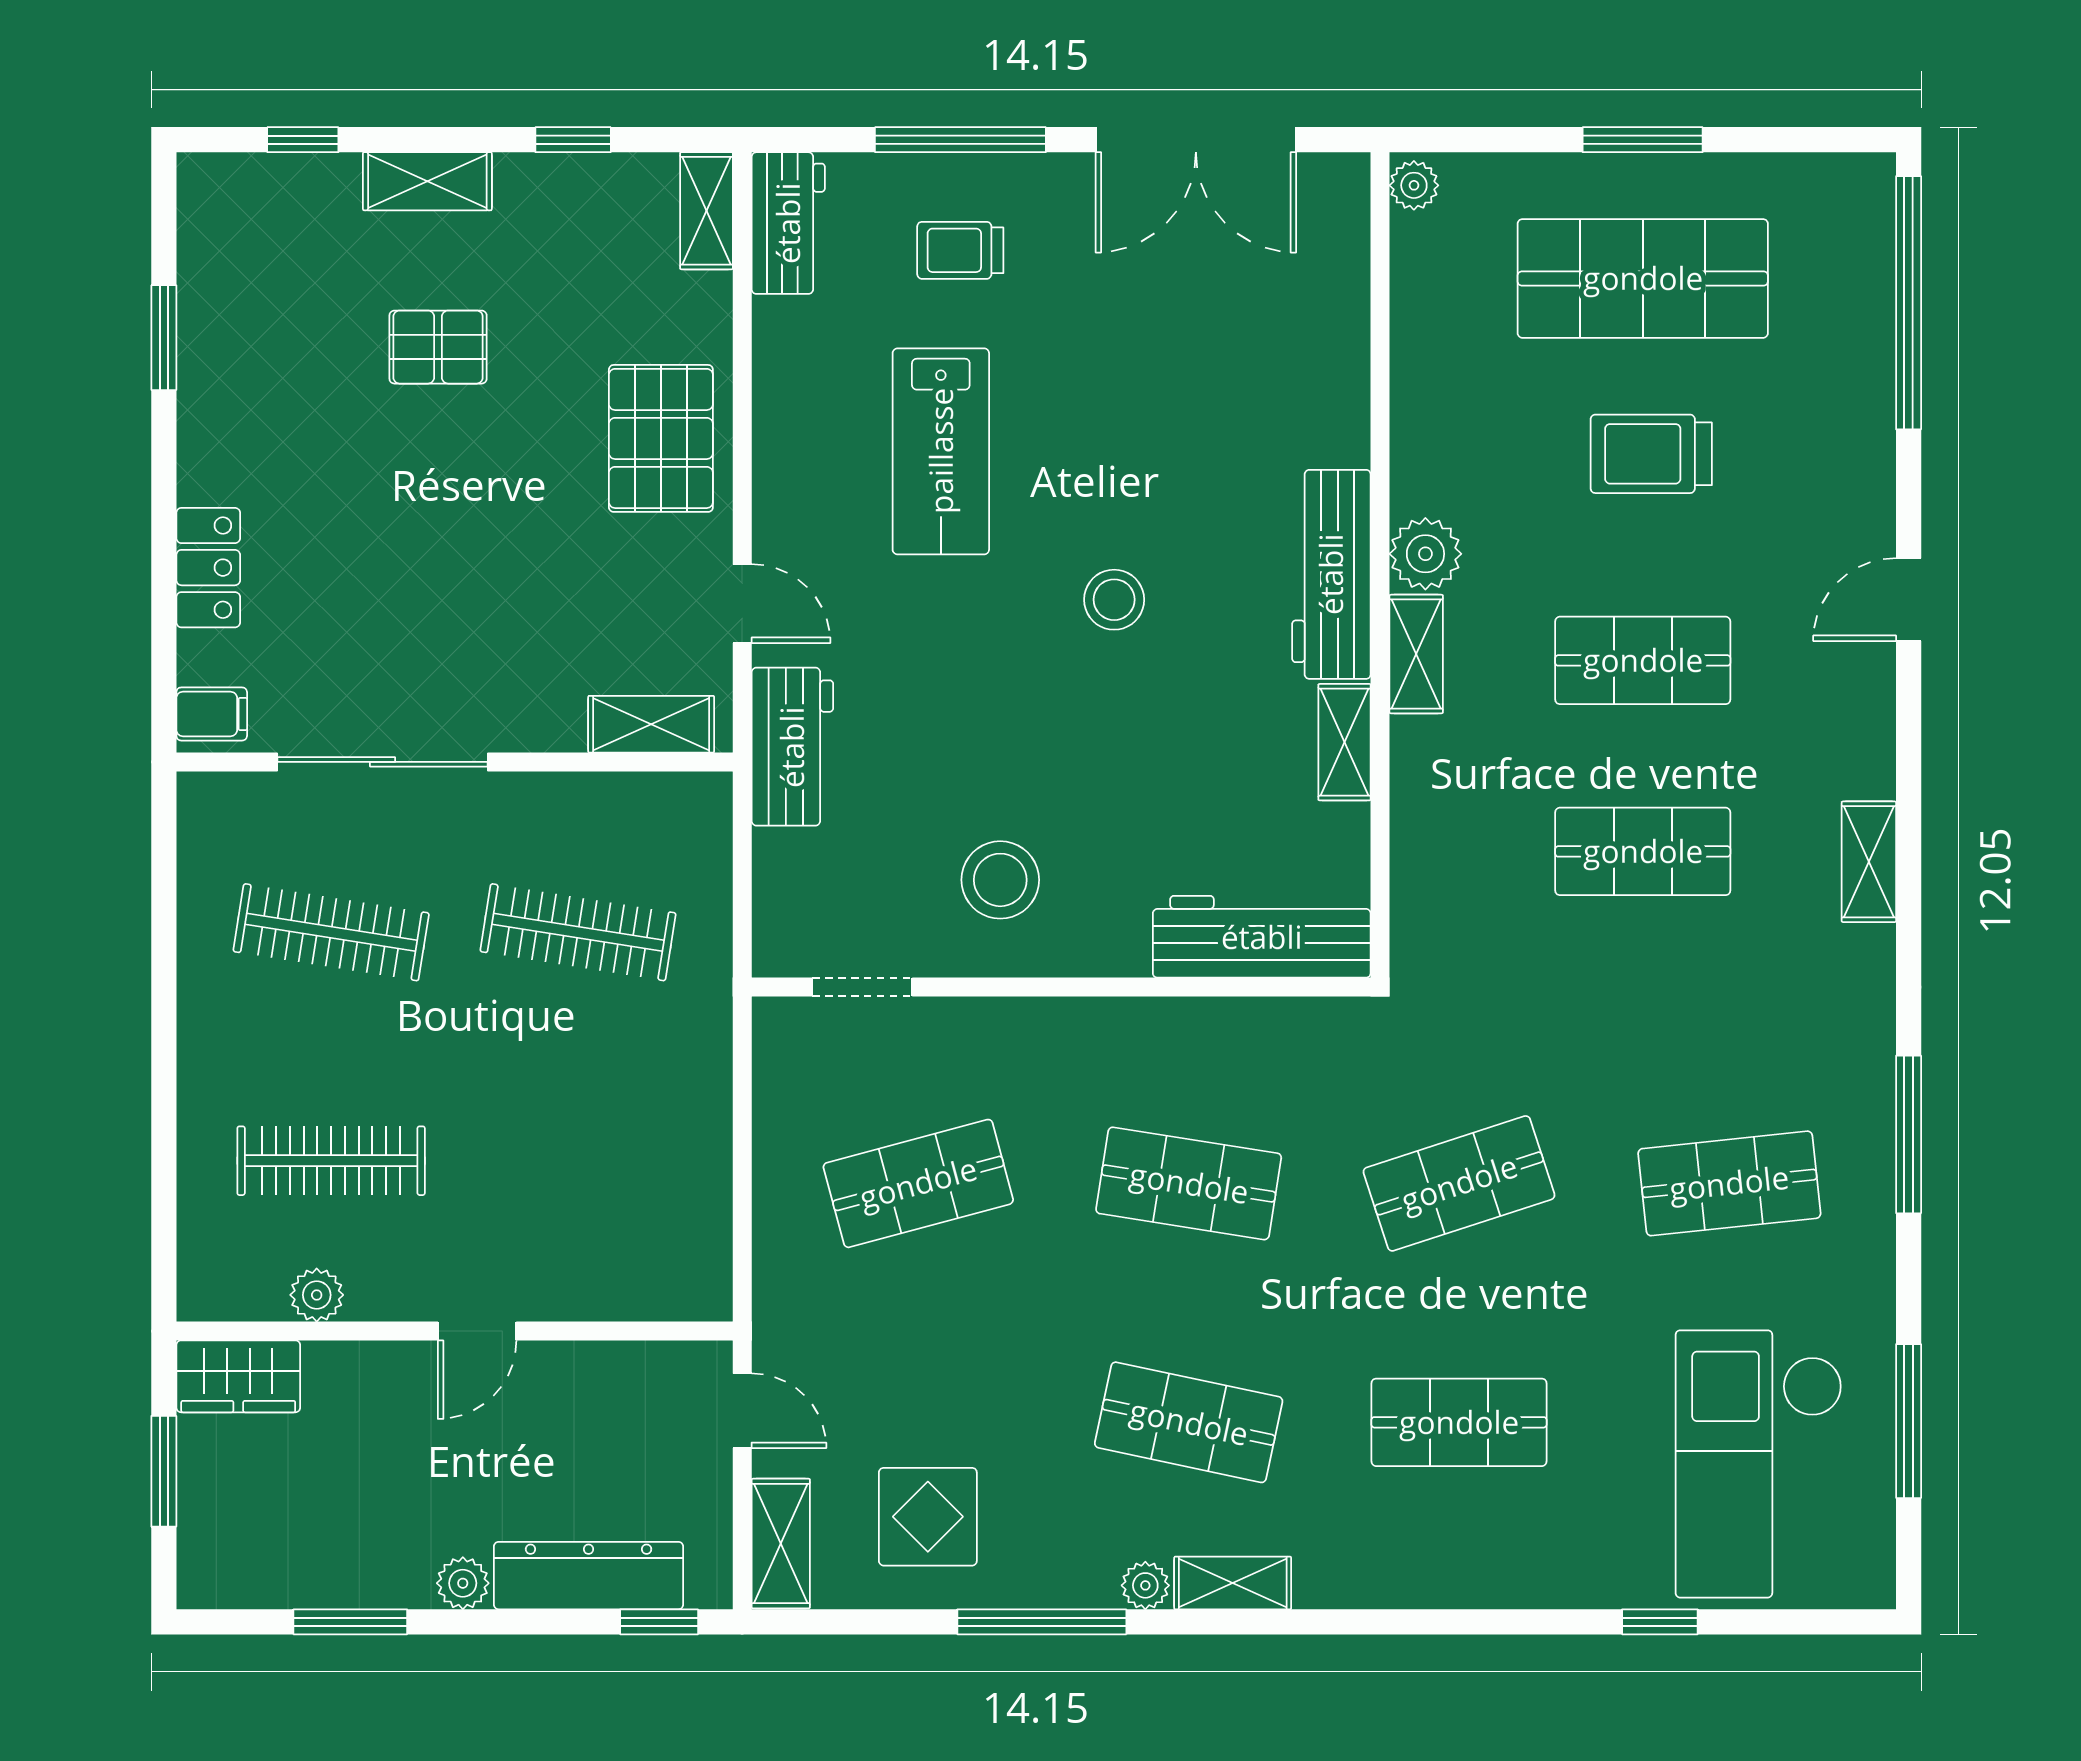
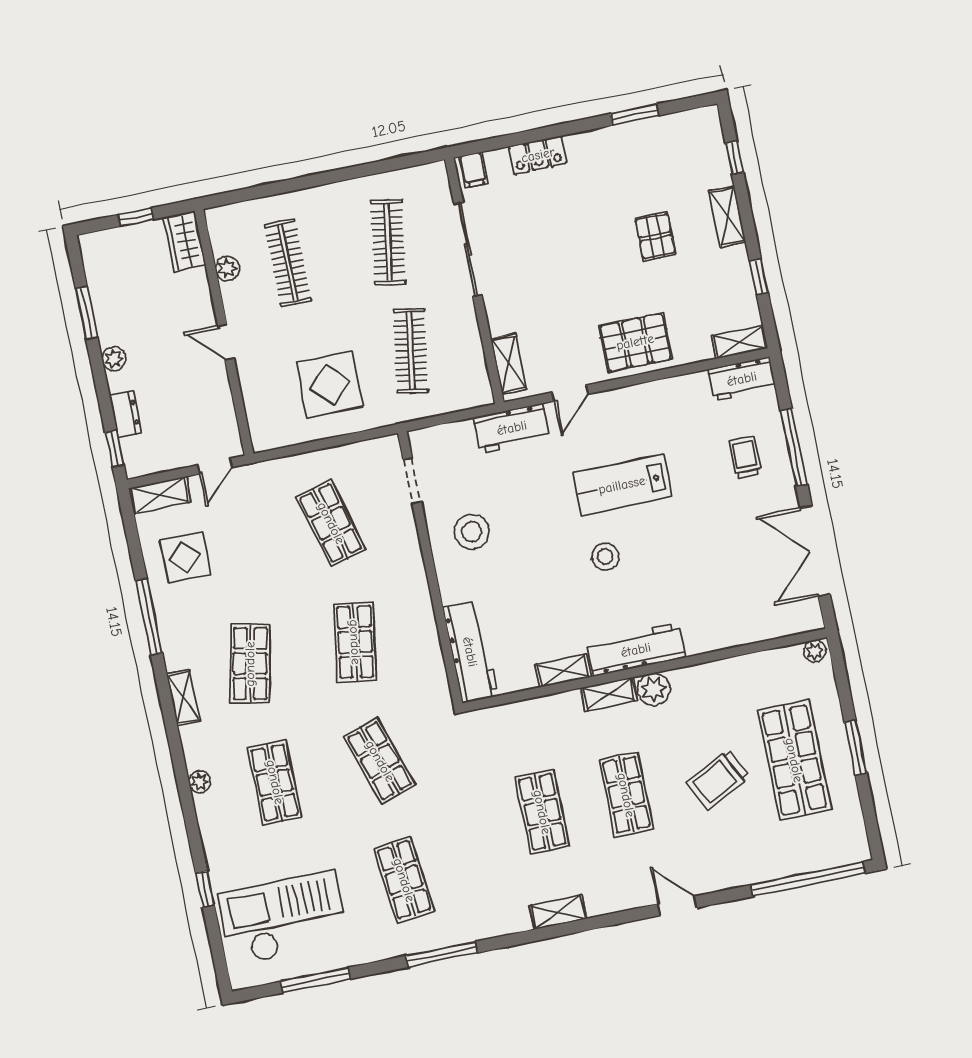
lab bench: (941, 451) -> (622, 485), moved
trolley: (1651, 454) -> (718, 780), turned -117
display table: (617, 1124) -> (330, 385), added
window: (164, 1471) -> (136, 217), width x0.67
dresser: (589, 1576) -> (126, 414), width x0.51, depth x0.80
plant: (1145, 1585) -> (200, 782), moved

